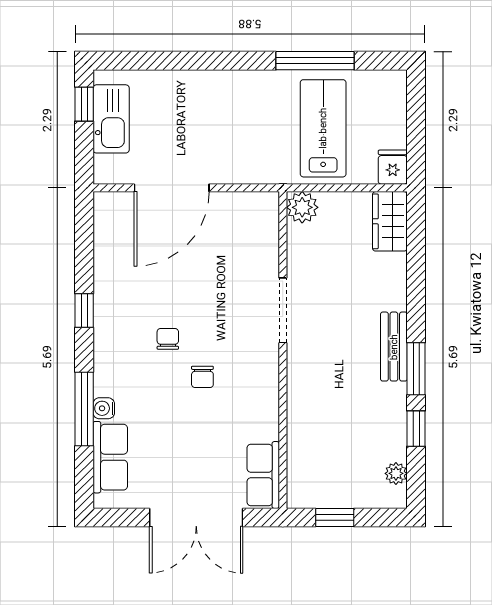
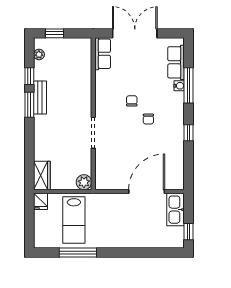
kitchen sink: (111, 119) -> (176, 210), moved
bench: (394, 347) -> (40, 98), moved
window: (335, 517) -> (54, 33), moved

